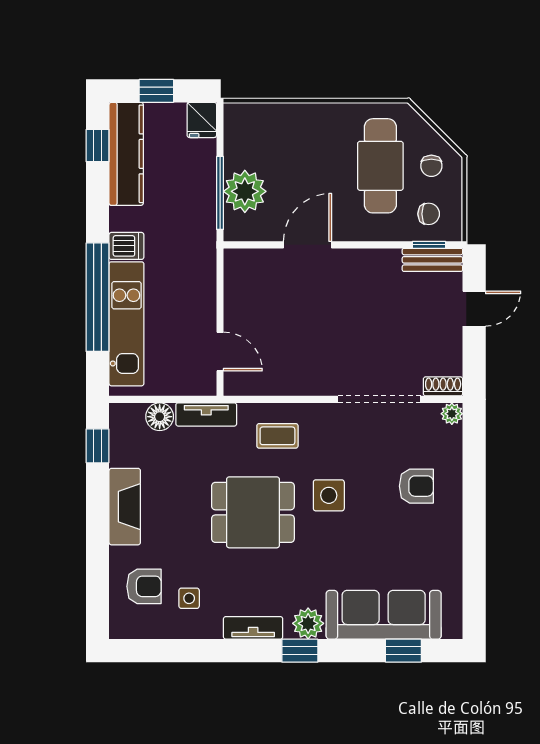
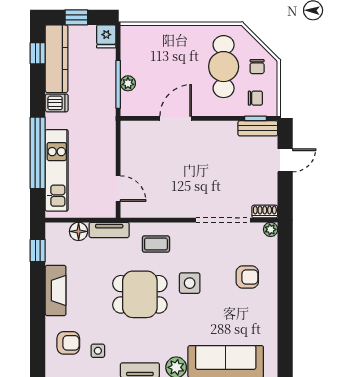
plant: (245, 191) -> (128, 83), width x0.53, depth x0.53
dishwasher: (126, 246) -> (57, 103), moved

